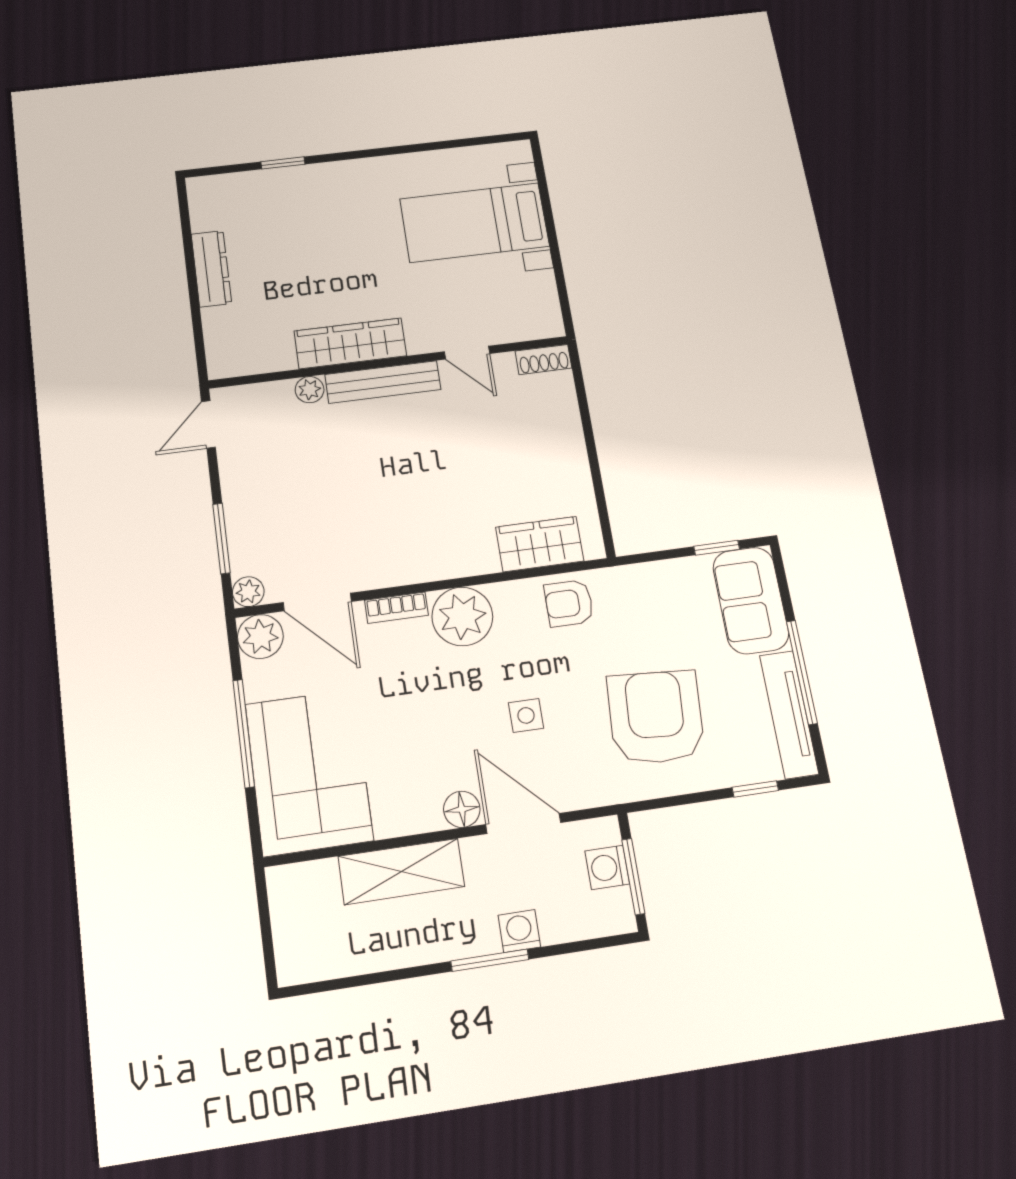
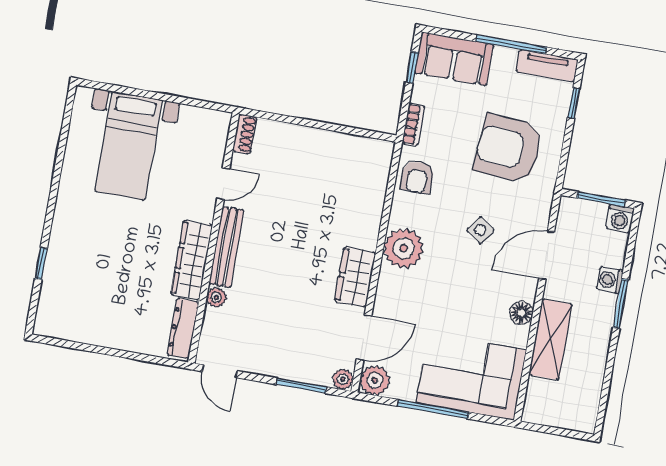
dresser: (211, 269) -> (183, 328), moved, turned -90
wardrobe: (540, 544) -> (355, 277), moved
bookcase: (397, 608) -> (413, 124), moved
tv unit: (789, 714) -> (547, 66), width x0.71
side table: (526, 715) -> (480, 230), turned 35
floor lamp: (462, 809) -> (521, 313), moved
washing machine: (607, 867) -> (620, 218), moved

